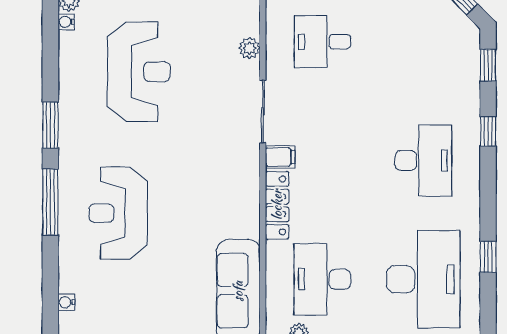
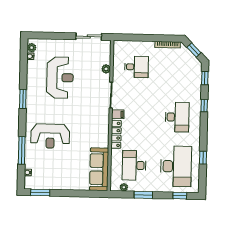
desk: (322, 42) -> (136, 67), turned 180
window: (50, 202) -> (22, 150), moved
reception desk: (118, 213) -> (50, 136), turned -90

